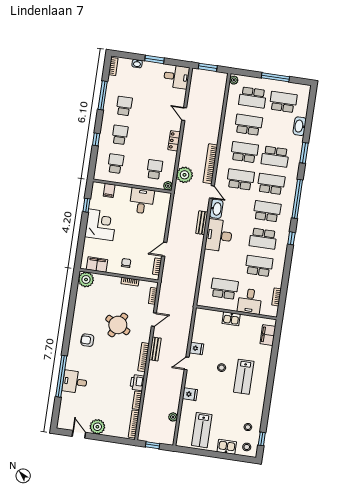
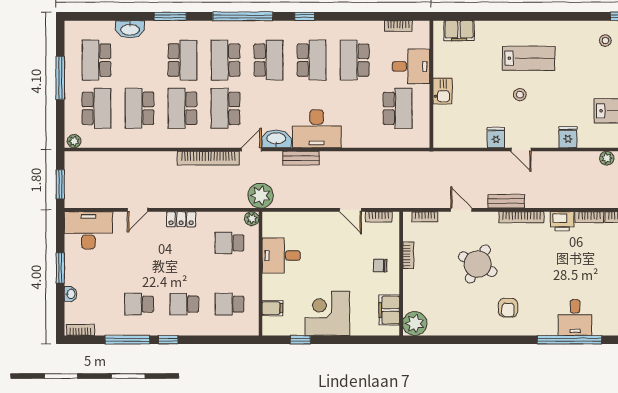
desk: (176, 77) -> (88, 230), width x1.37
window: (96, 139) -> (168, 340), moved
plant: (184, 175) -> (261, 196), moved
school desk: (267, 211) -> (269, 60), turned 180
school desk: (224, 289) -> (398, 108), turned 180

